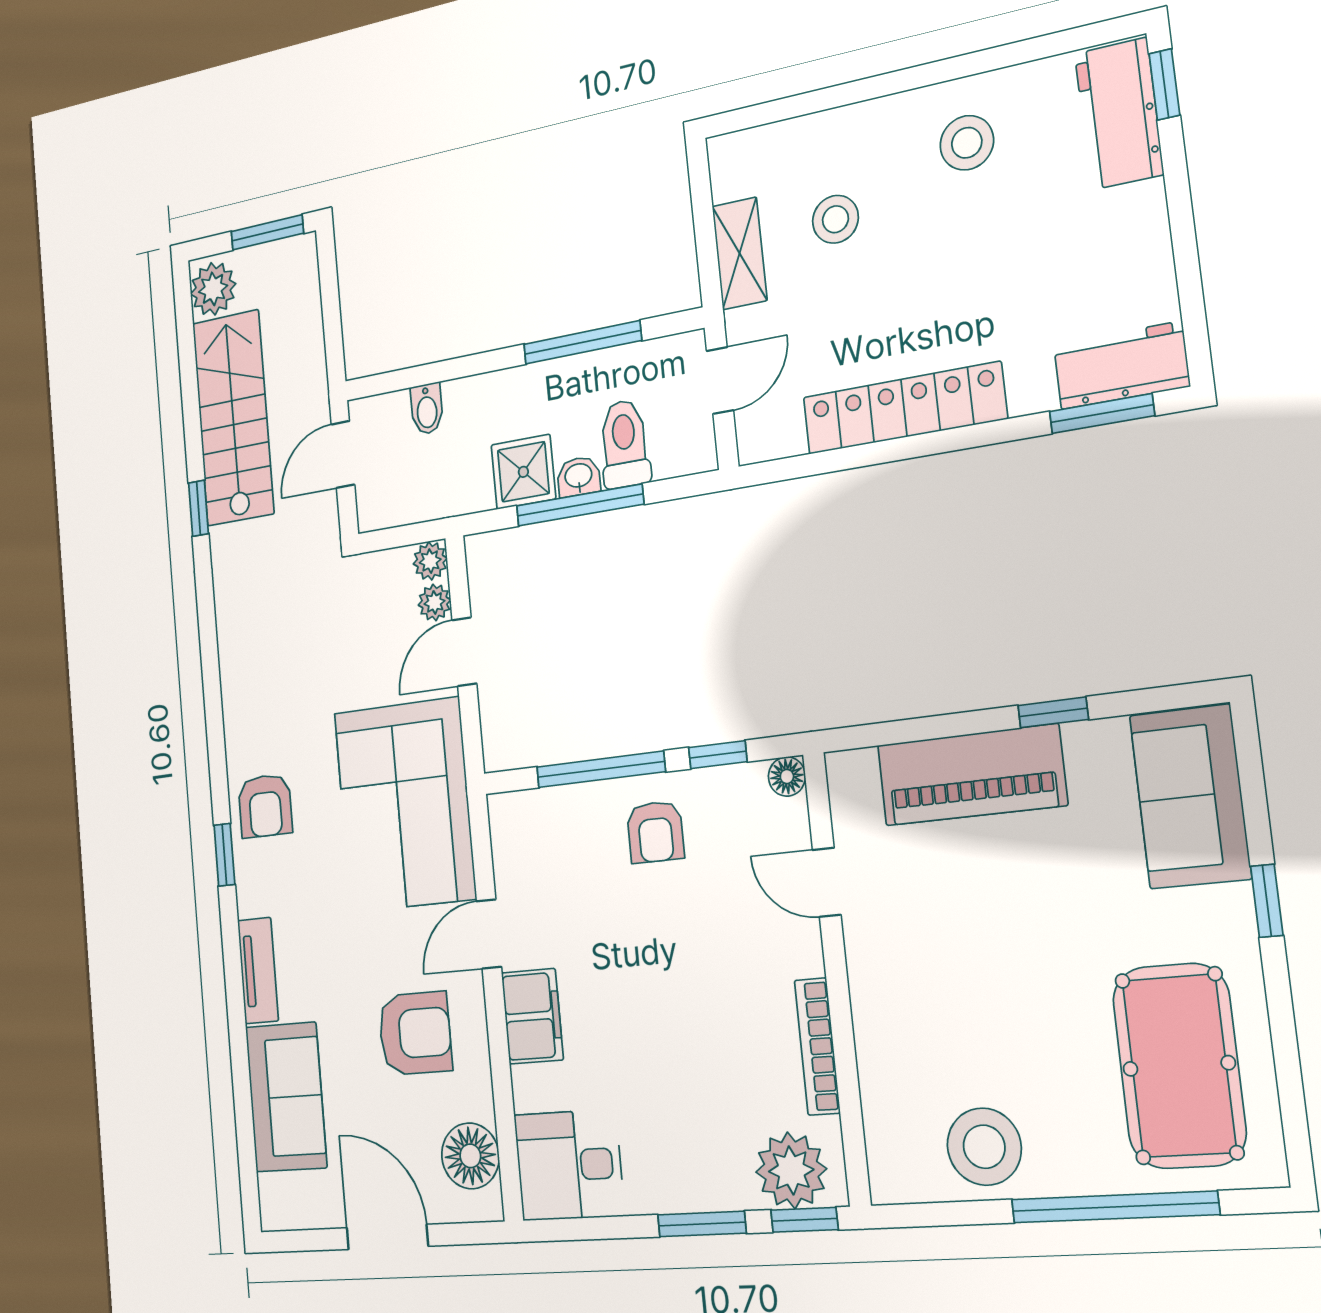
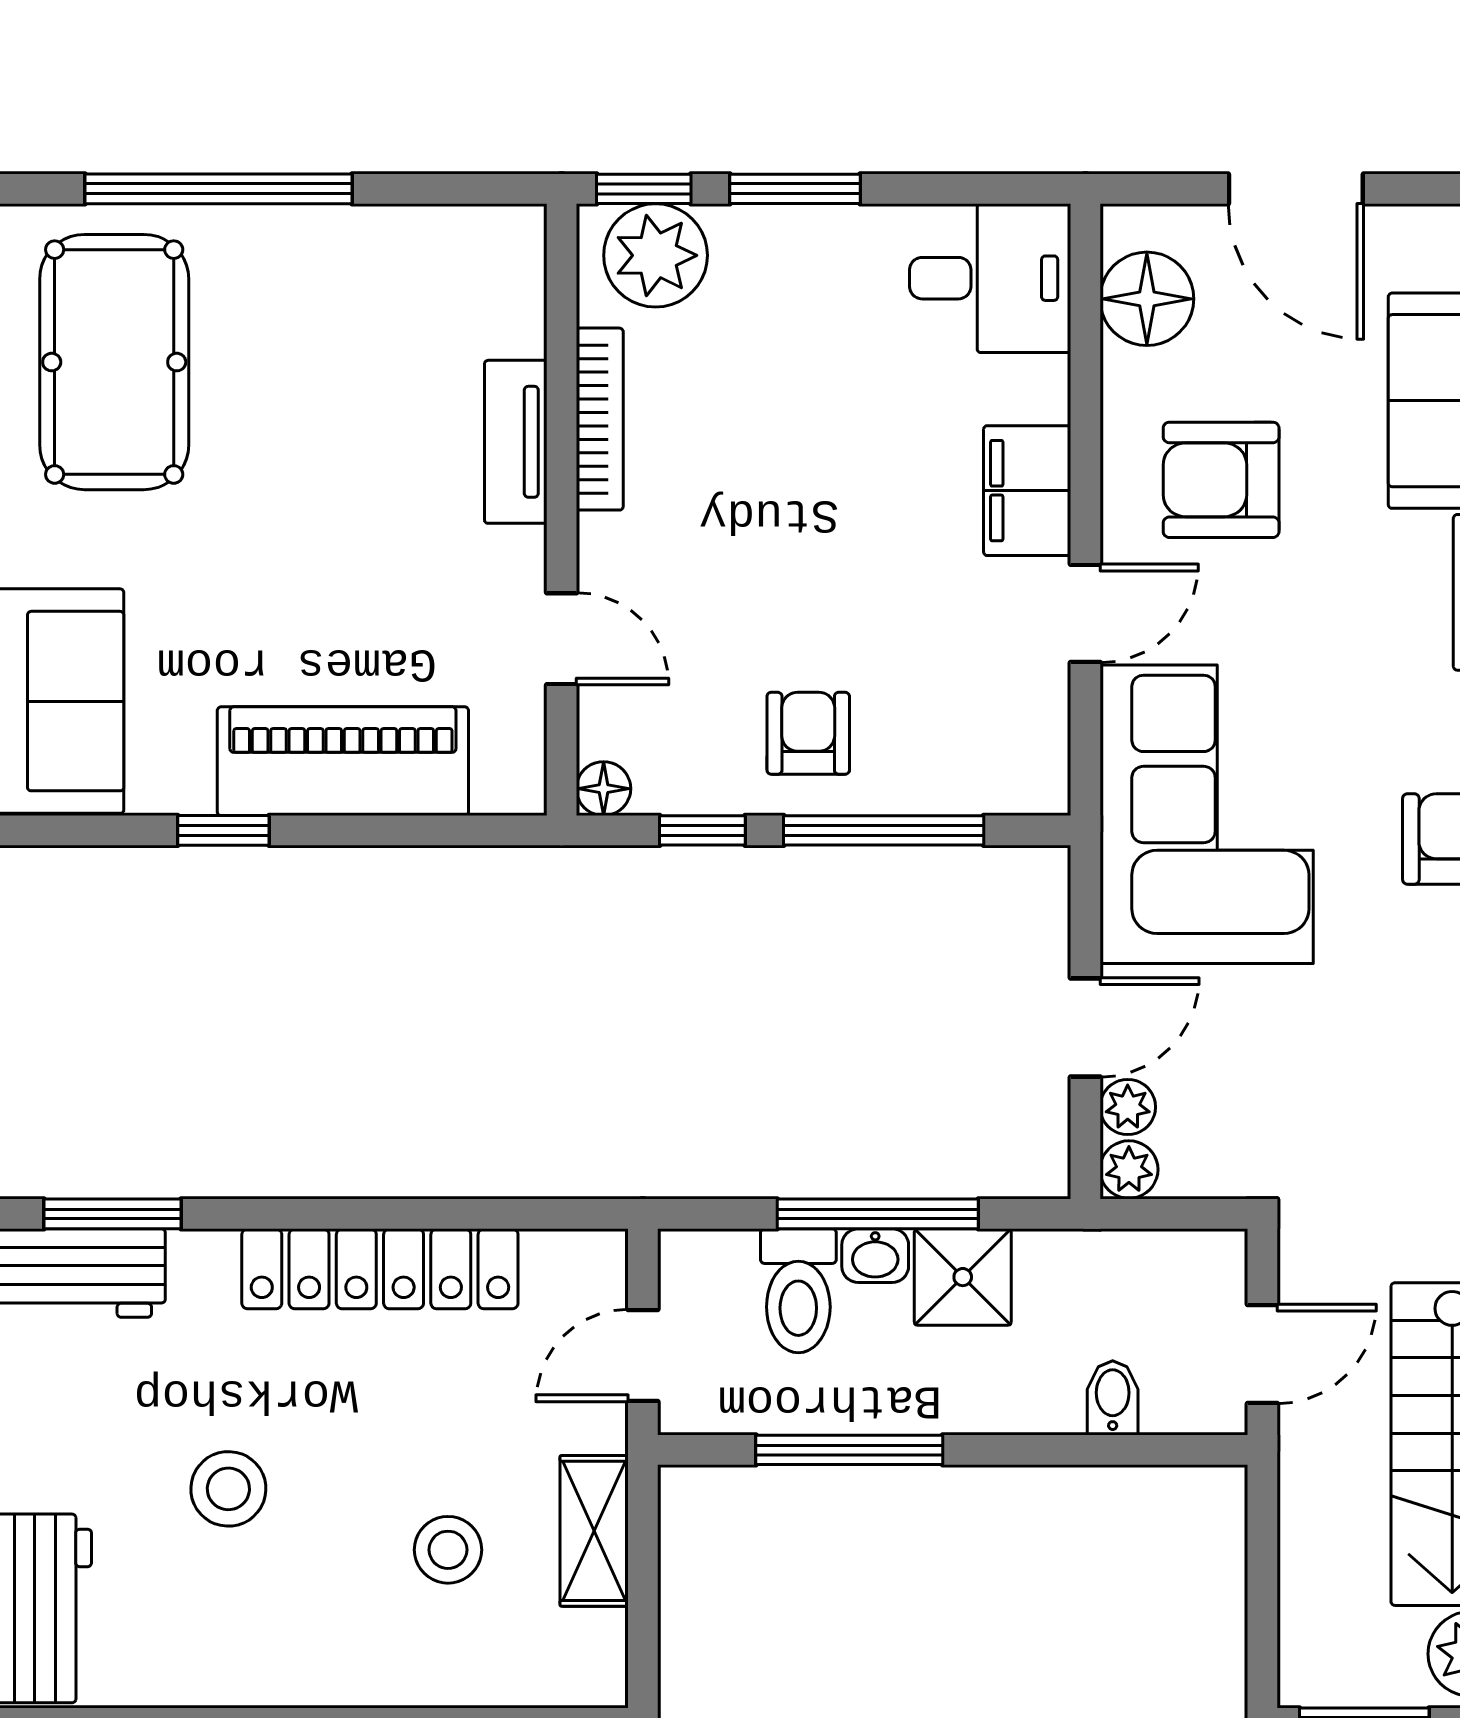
stool: (967, 143) -> (228, 1489), moved
tv unit: (874, 1025) -> (516, 442), added
stool: (984, 1147) -> (382, 274), removed

